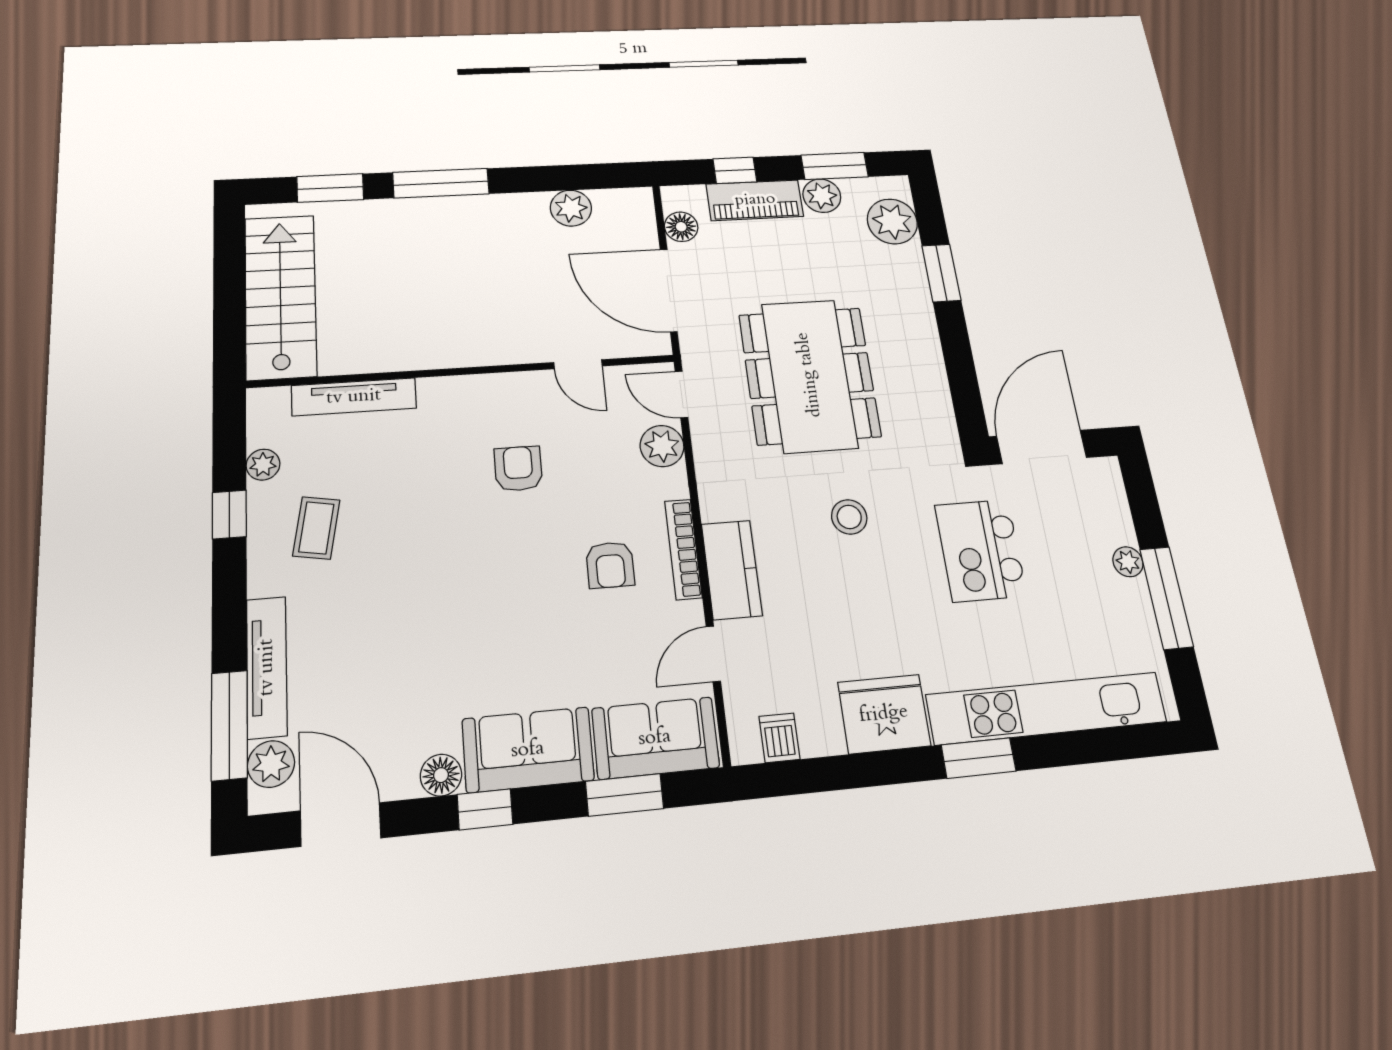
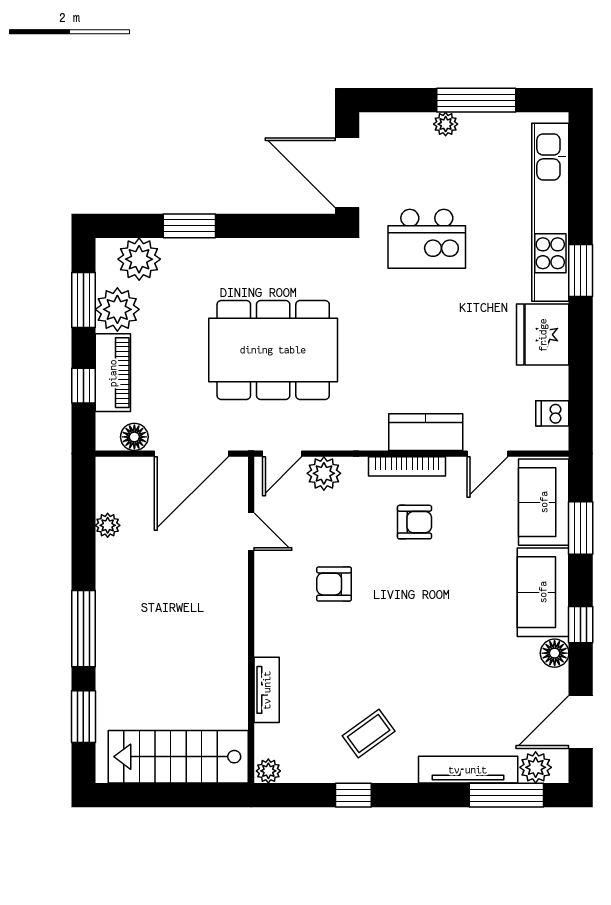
plant: (822, 196) -> (117, 309), width x1.36, depth x1.36
plant: (571, 208) -> (108, 525), width x0.73, depth x0.73
door: (578, 364) -> (251, 532), hinge flipped
tv unit: (354, 397) -> (267, 690), width x0.71
plant: (263, 465) -> (268, 771), moved
stool: (849, 517) -> (392, 337), removed
coffee table: (316, 528) -> (369, 733), turned -46
door: (713, 654) -> (488, 454), hinge flipped

